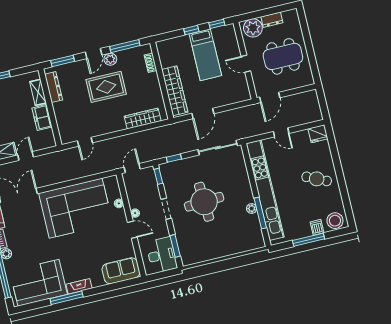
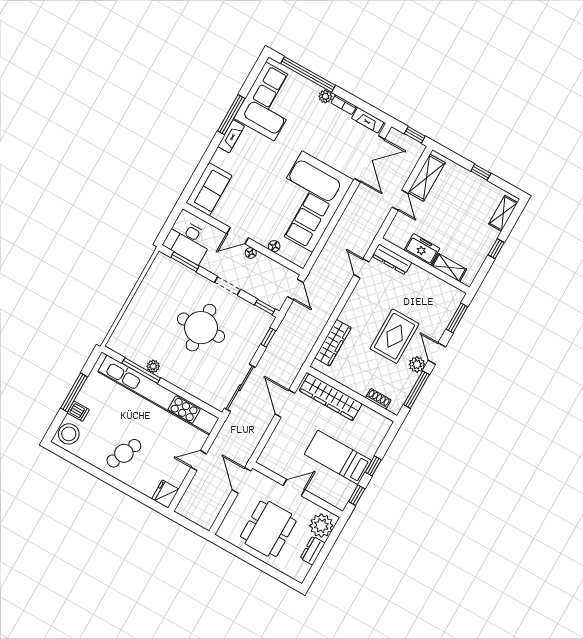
dresser: (54, 87) -> (392, 259), moved

